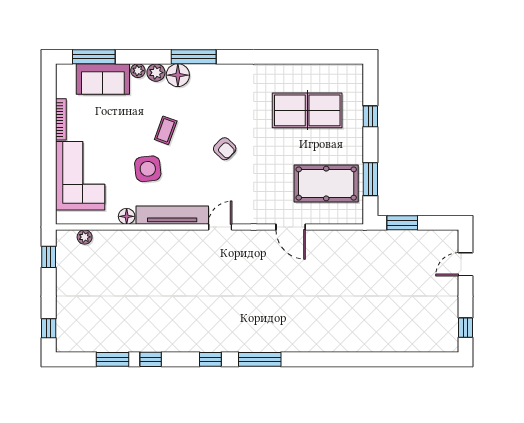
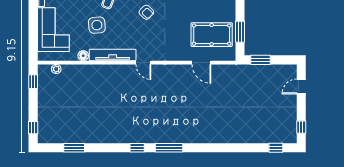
door: (220, 227) -> (143, 63), swing flipped
door: (291, 227) -> (201, 63), moved
window: (151, 359) -> (276, 148), moved

